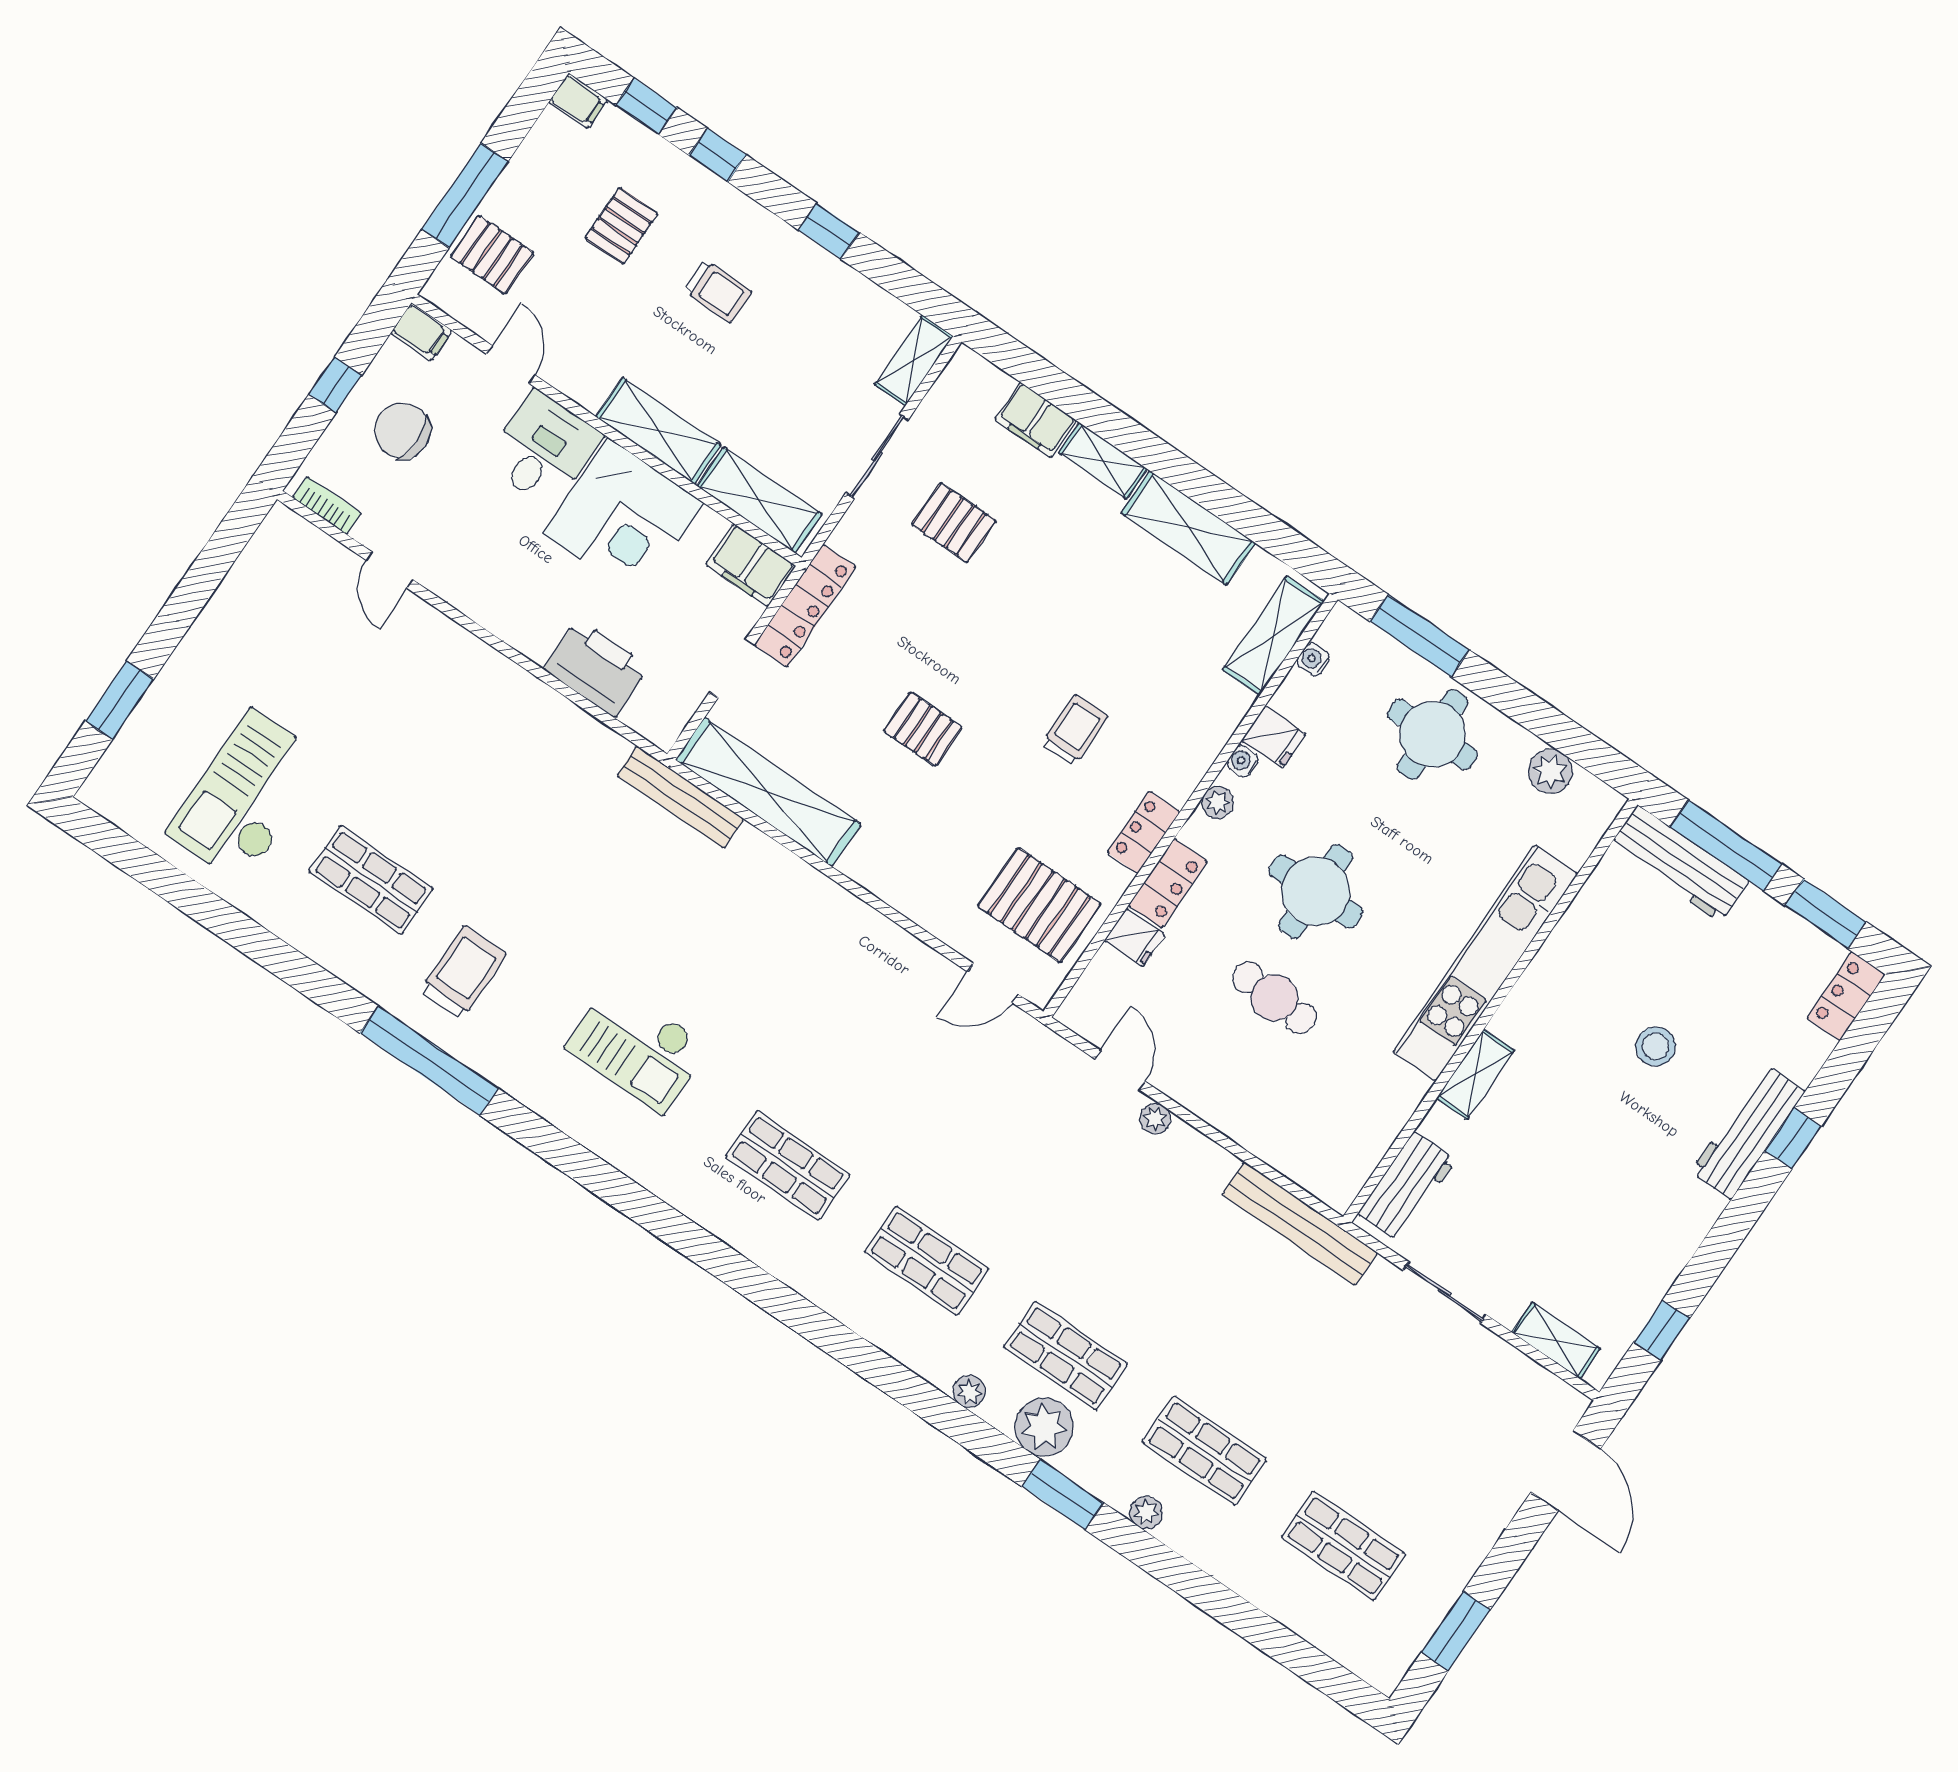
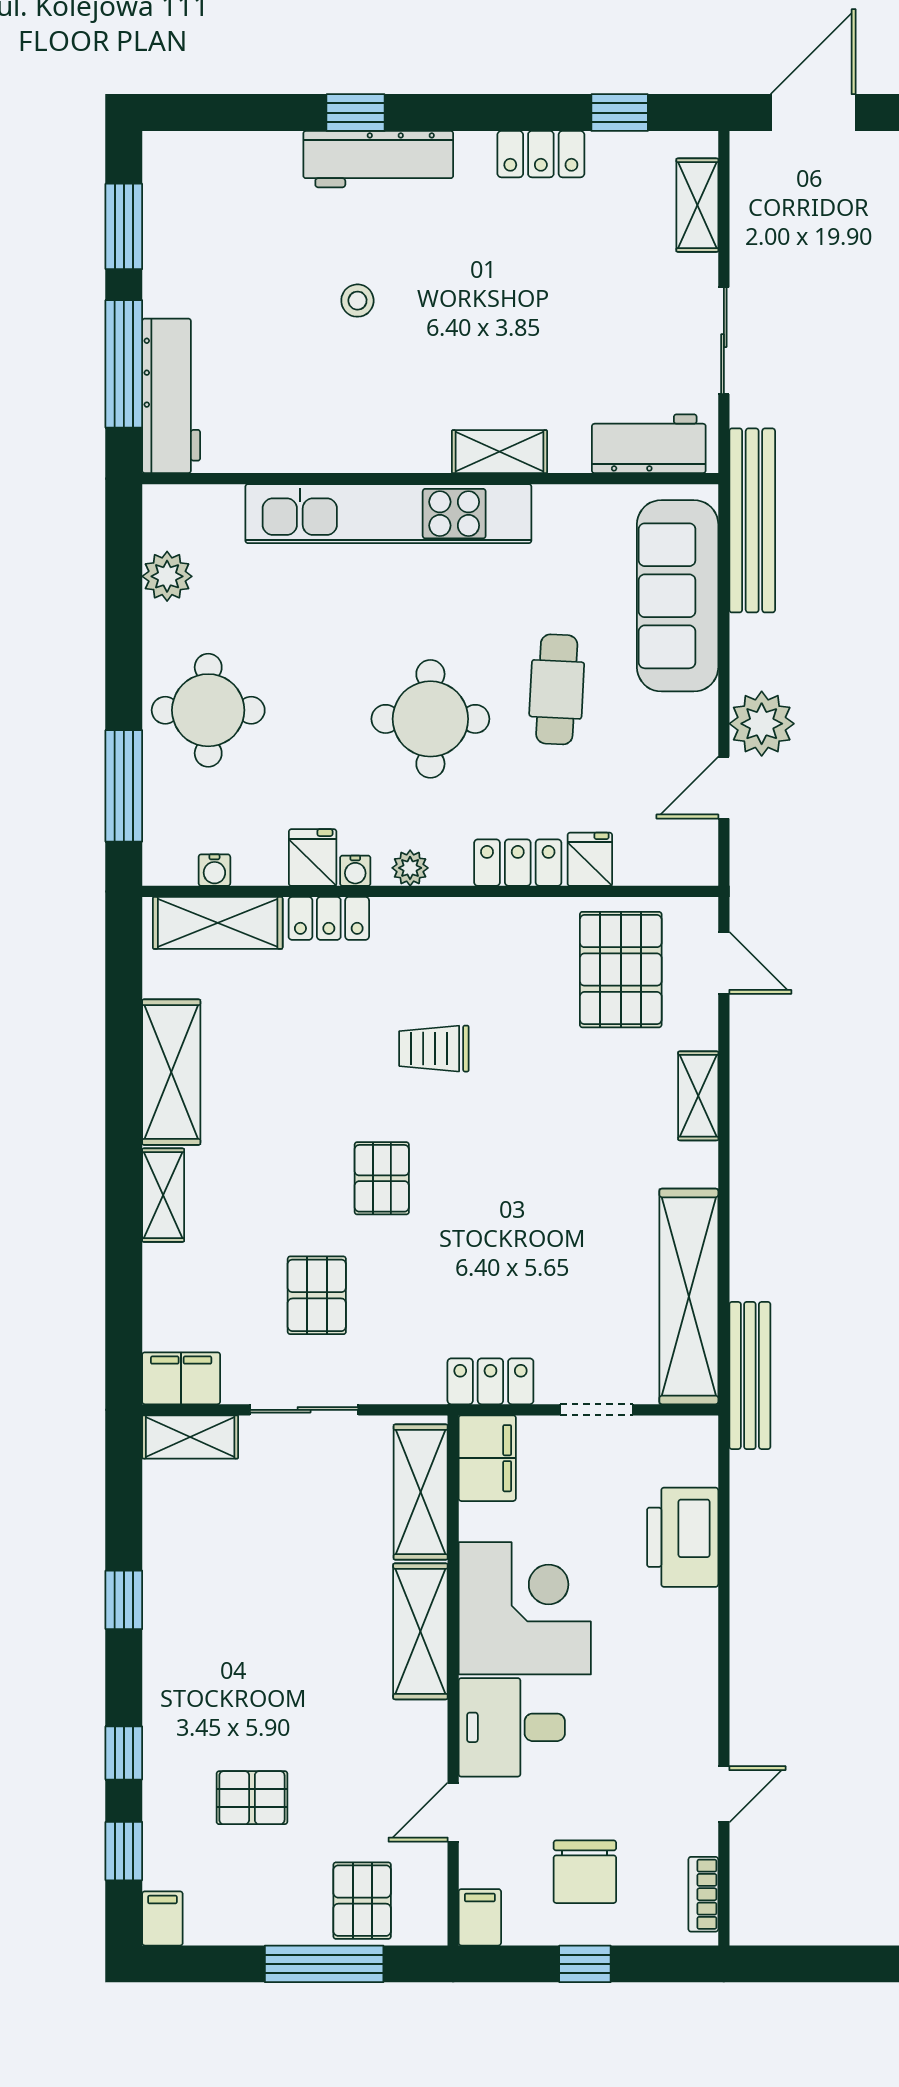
trolley: (718, 291) -> (251, 1665), removed
filing cabinet: (1036, 420) -> (181, 1378), moved, turned -90
locker: (805, 606) -> (490, 1381), width x0.66
pallet: (923, 729) -> (382, 1178), moved
locker: (1144, 832) -> (329, 918), moved
shelving: (909, 899) -> (698, 1096), added
locker: (1846, 996) -> (541, 154), moved
stool: (1656, 1046) -> (357, 301), width x0.73, depth x0.73
plant: (1155, 1119) -> (762, 724), width x1.87, depth x1.87
sofa: (1282, 1132) -> (678, 596), added

